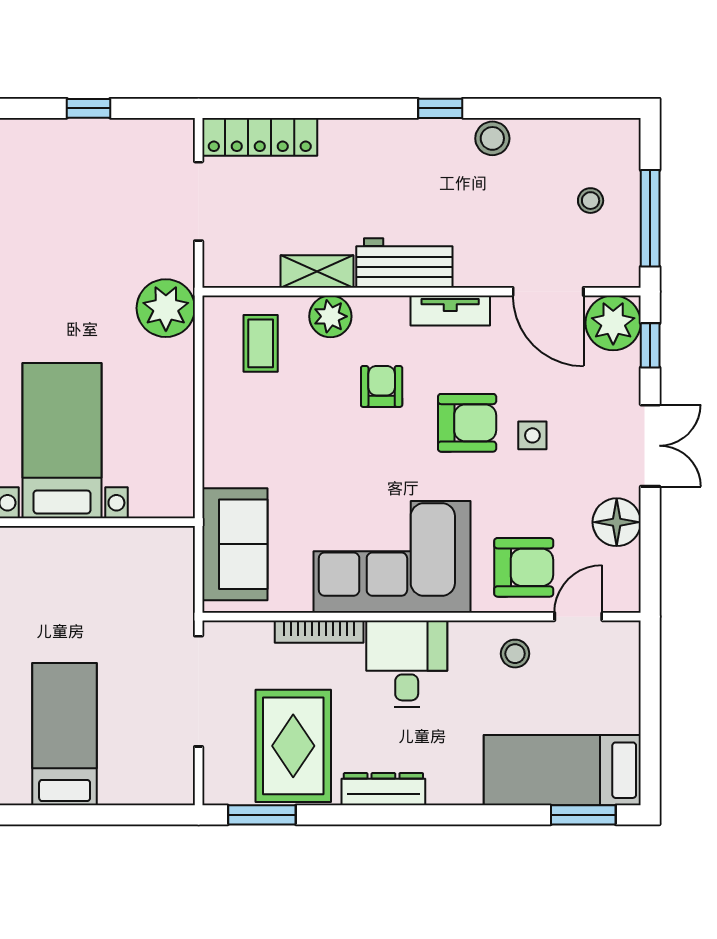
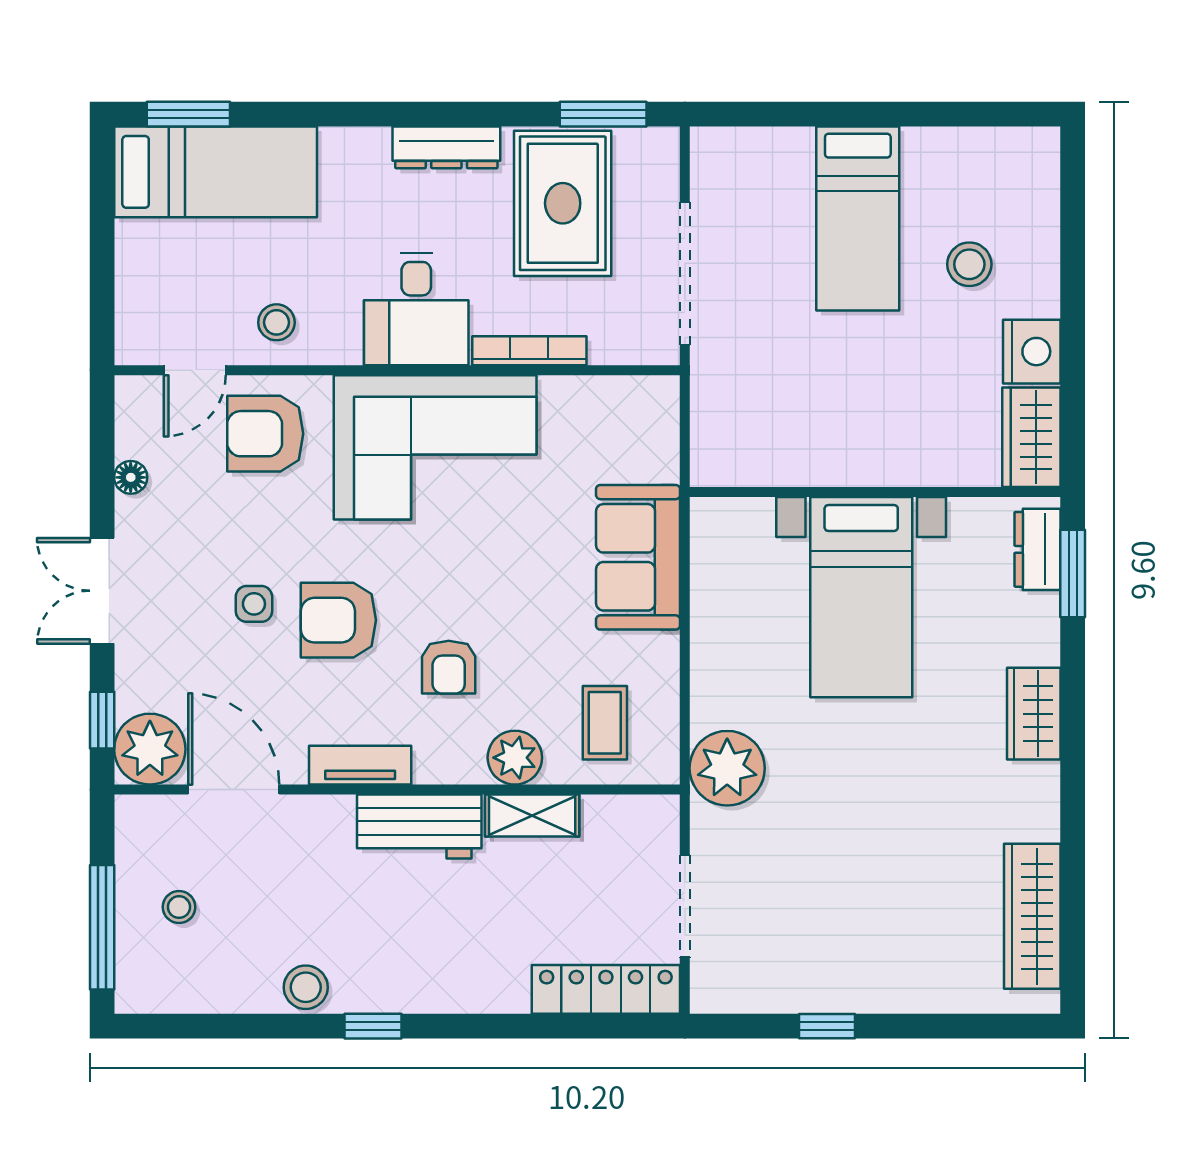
window: (650, 218) -> (102, 927), moved
floor lamp: (617, 522) -> (131, 477), width x0.53, depth x0.53
sofa: (235, 544) -> (638, 557), moved

